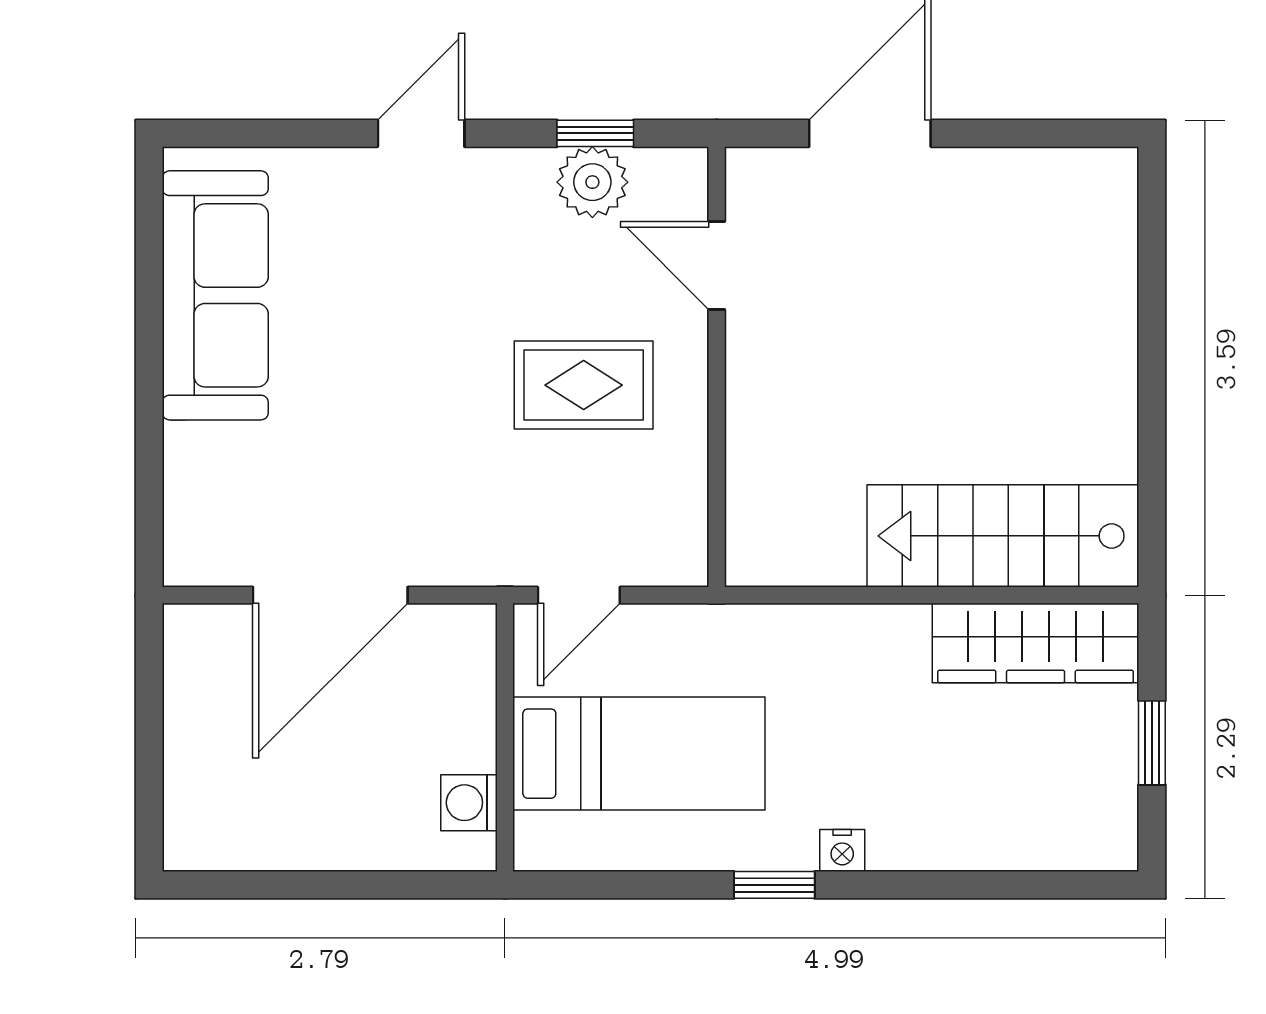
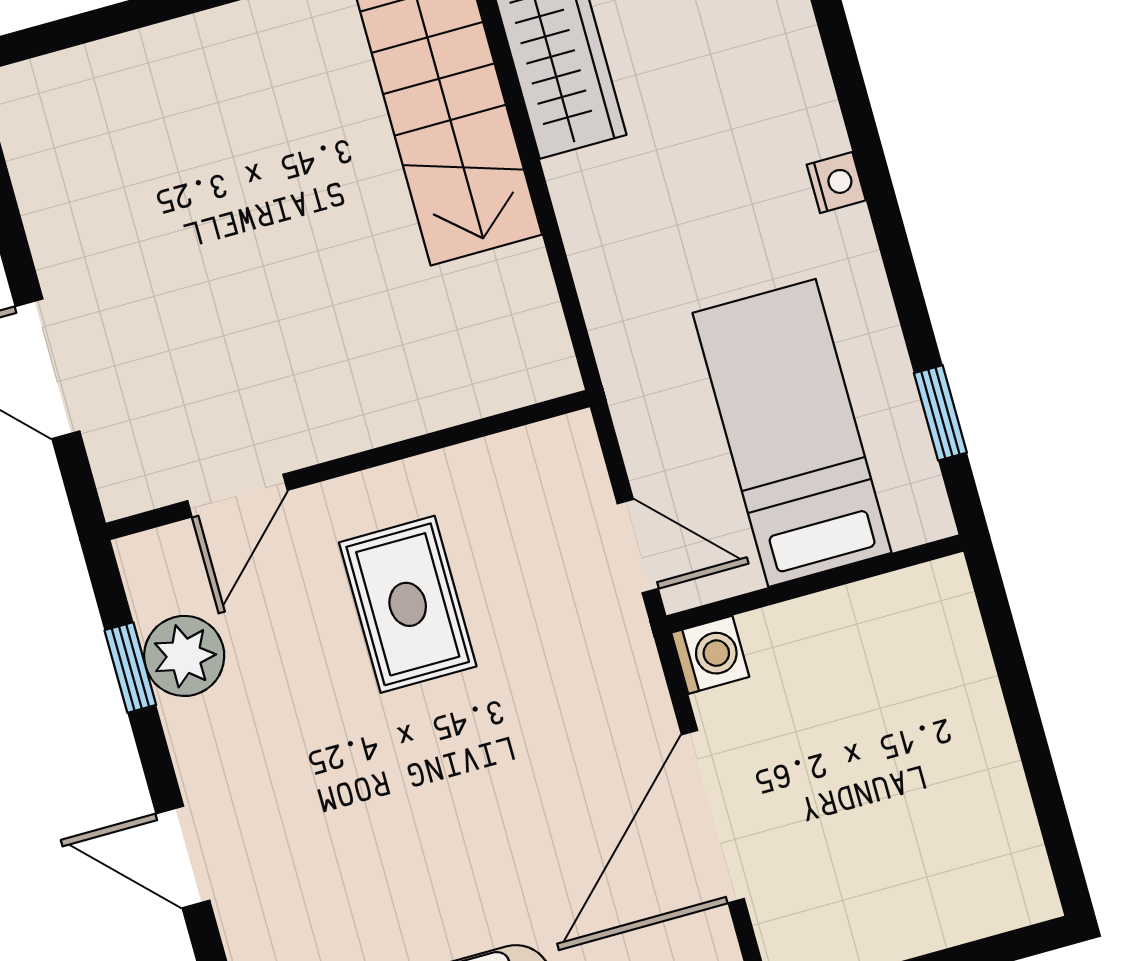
door: (330, 595) -> (713, 817), swing flipped
washing machine: (469, 803) -> (710, 655), moved, turned -90
window: (774, 885) -> (940, 413), moved

